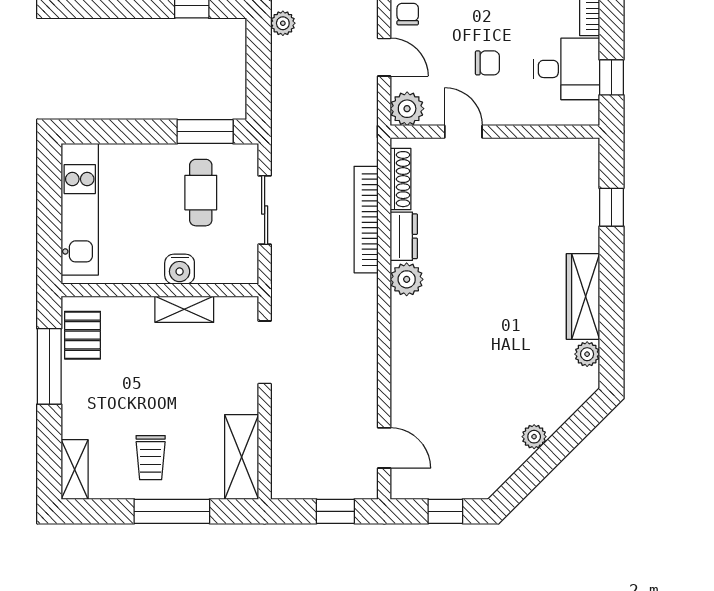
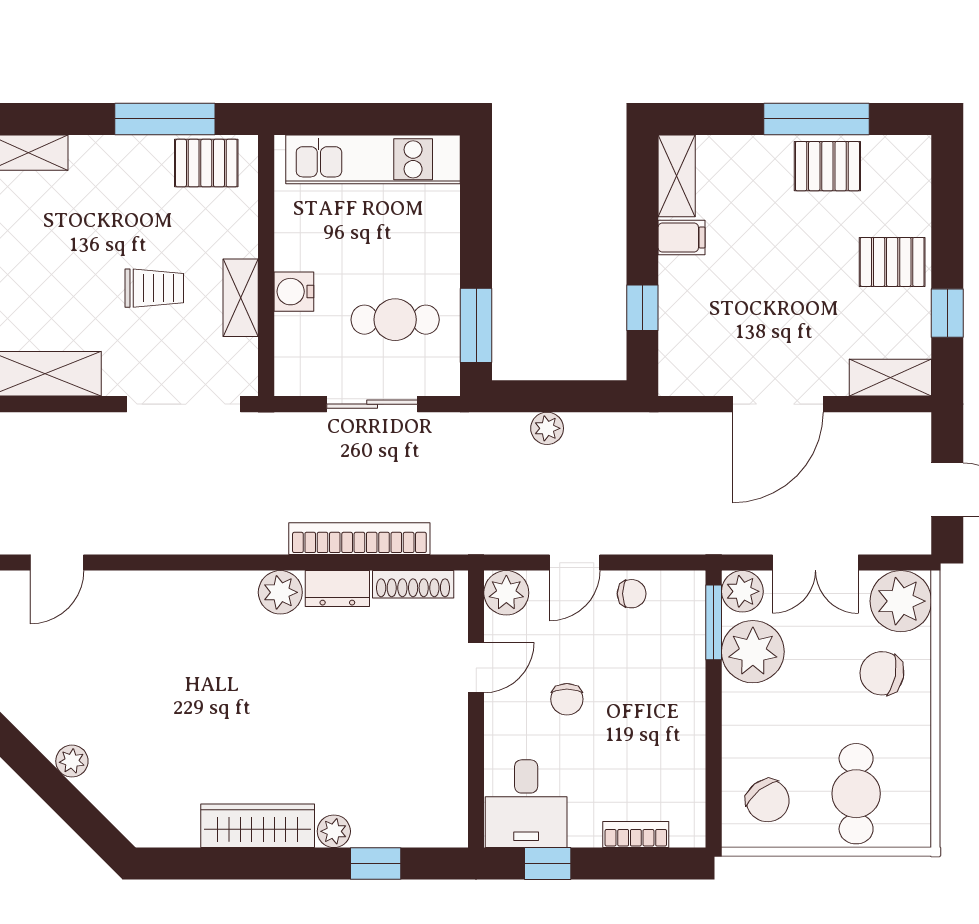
plant: (283, 23) -> (547, 428), moved
desk: (566, 69) -> (526, 804), moved
doorway: (265, 352) -> (184, 404), width x1.36
plant: (587, 354) -> (334, 831), moved
trolley: (151, 458) -> (154, 288), moved, turned 180

